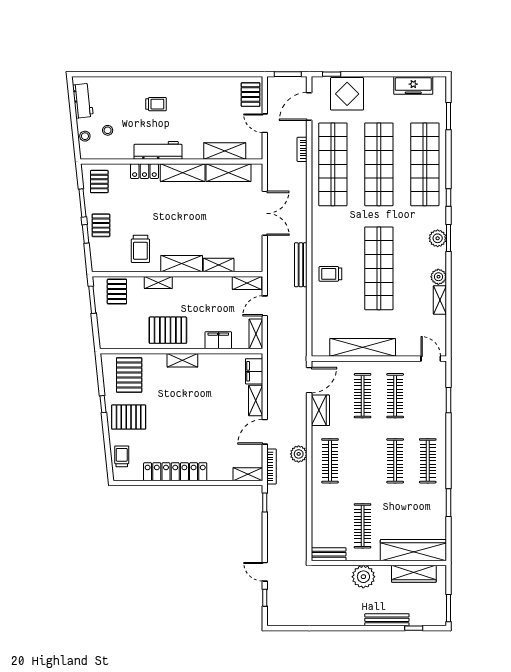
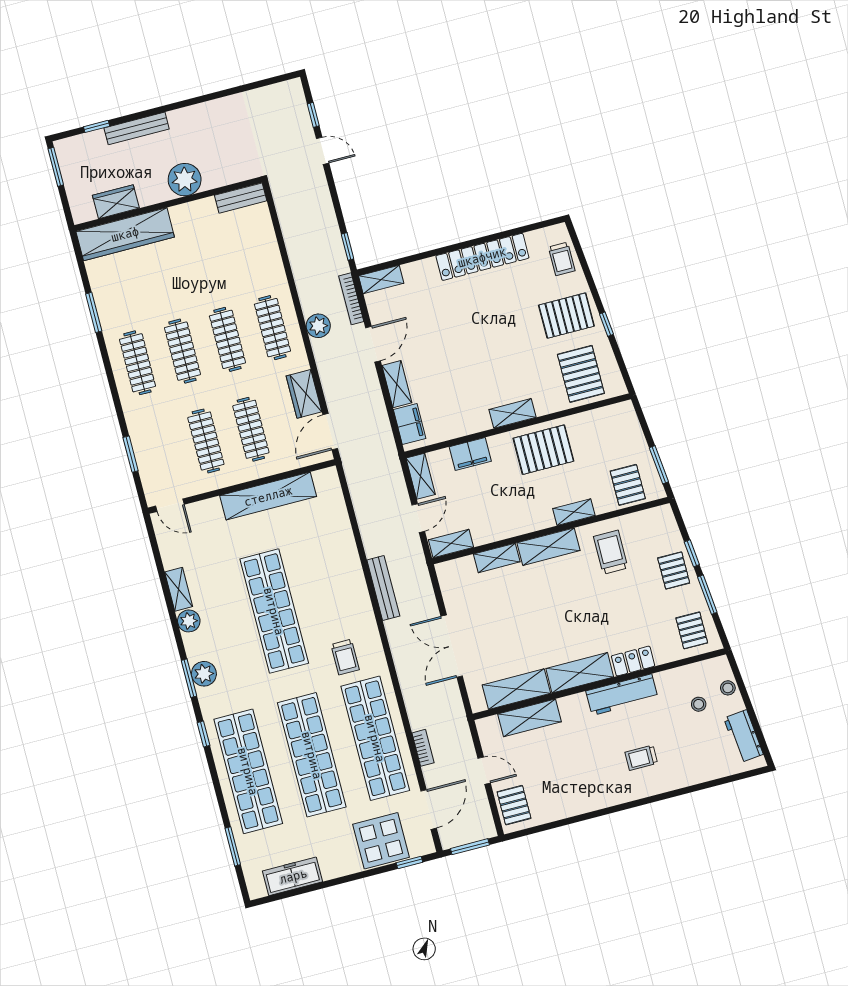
trolley: (330, 274) -> (345, 657), moved, turned 90
clothes rail: (363, 526) -> (227, 339), moved
wardrobe: (414, 574) -> (116, 202), width x0.67

